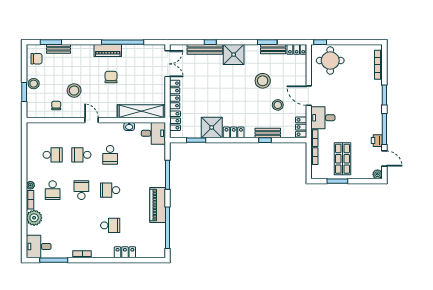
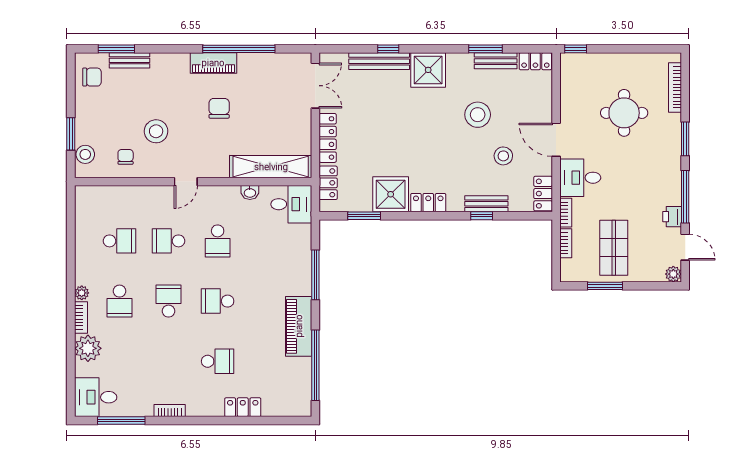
round table: (330, 61) -> (624, 113), moved
stool: (34, 84) -> (85, 154), moved
door: (92, 120) -> (186, 182), swing flipped

